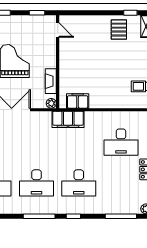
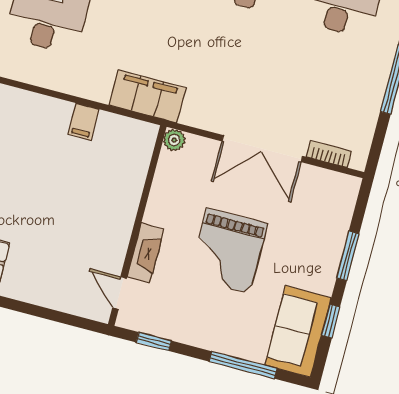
fireplace: (51, 81) -> (145, 253), moved
filing cabinet: (78, 101) -> (83, 122), moved, width x0.50

